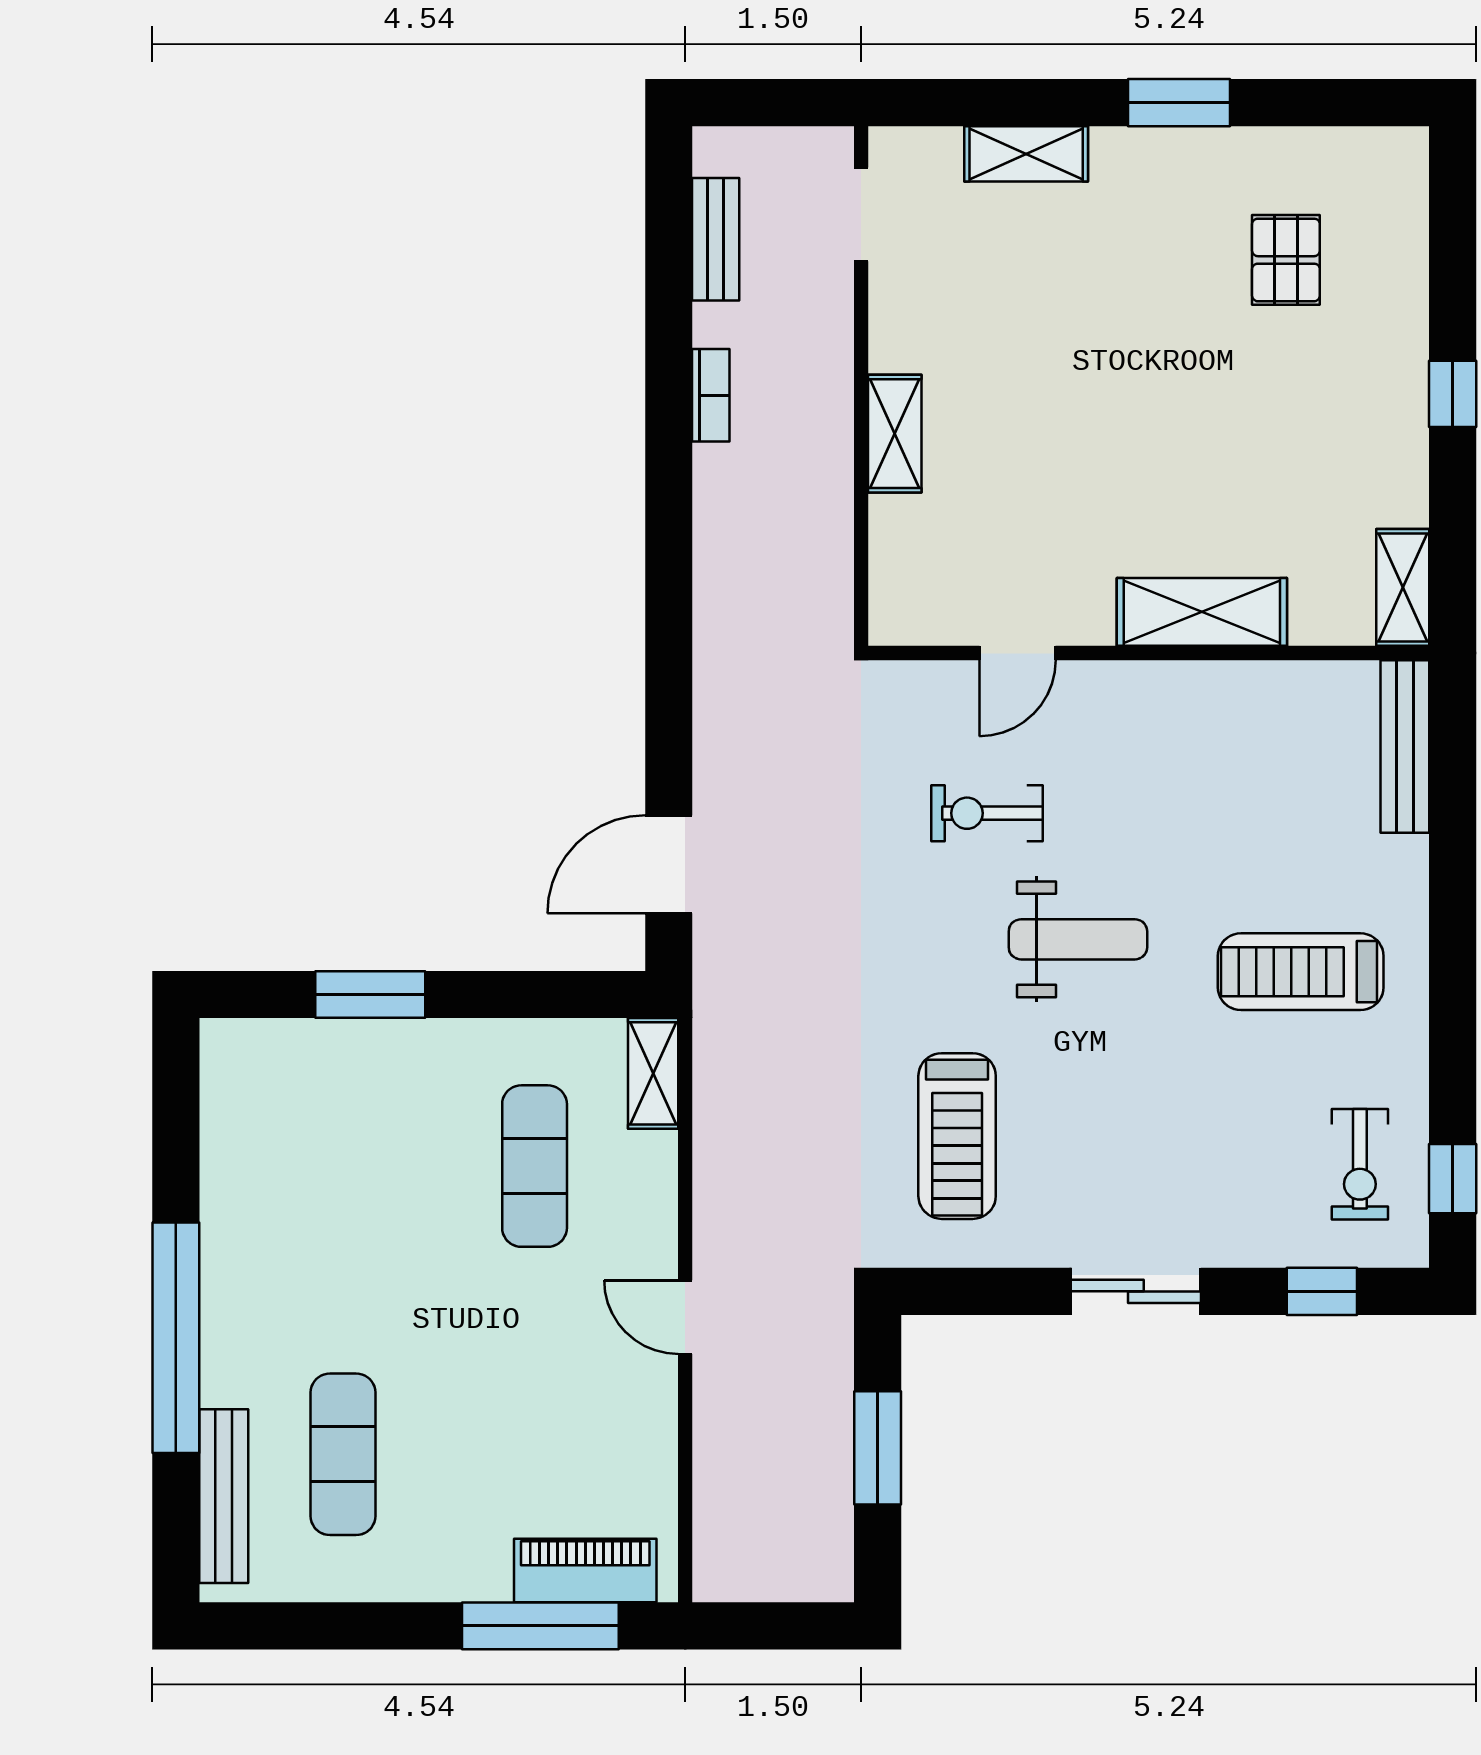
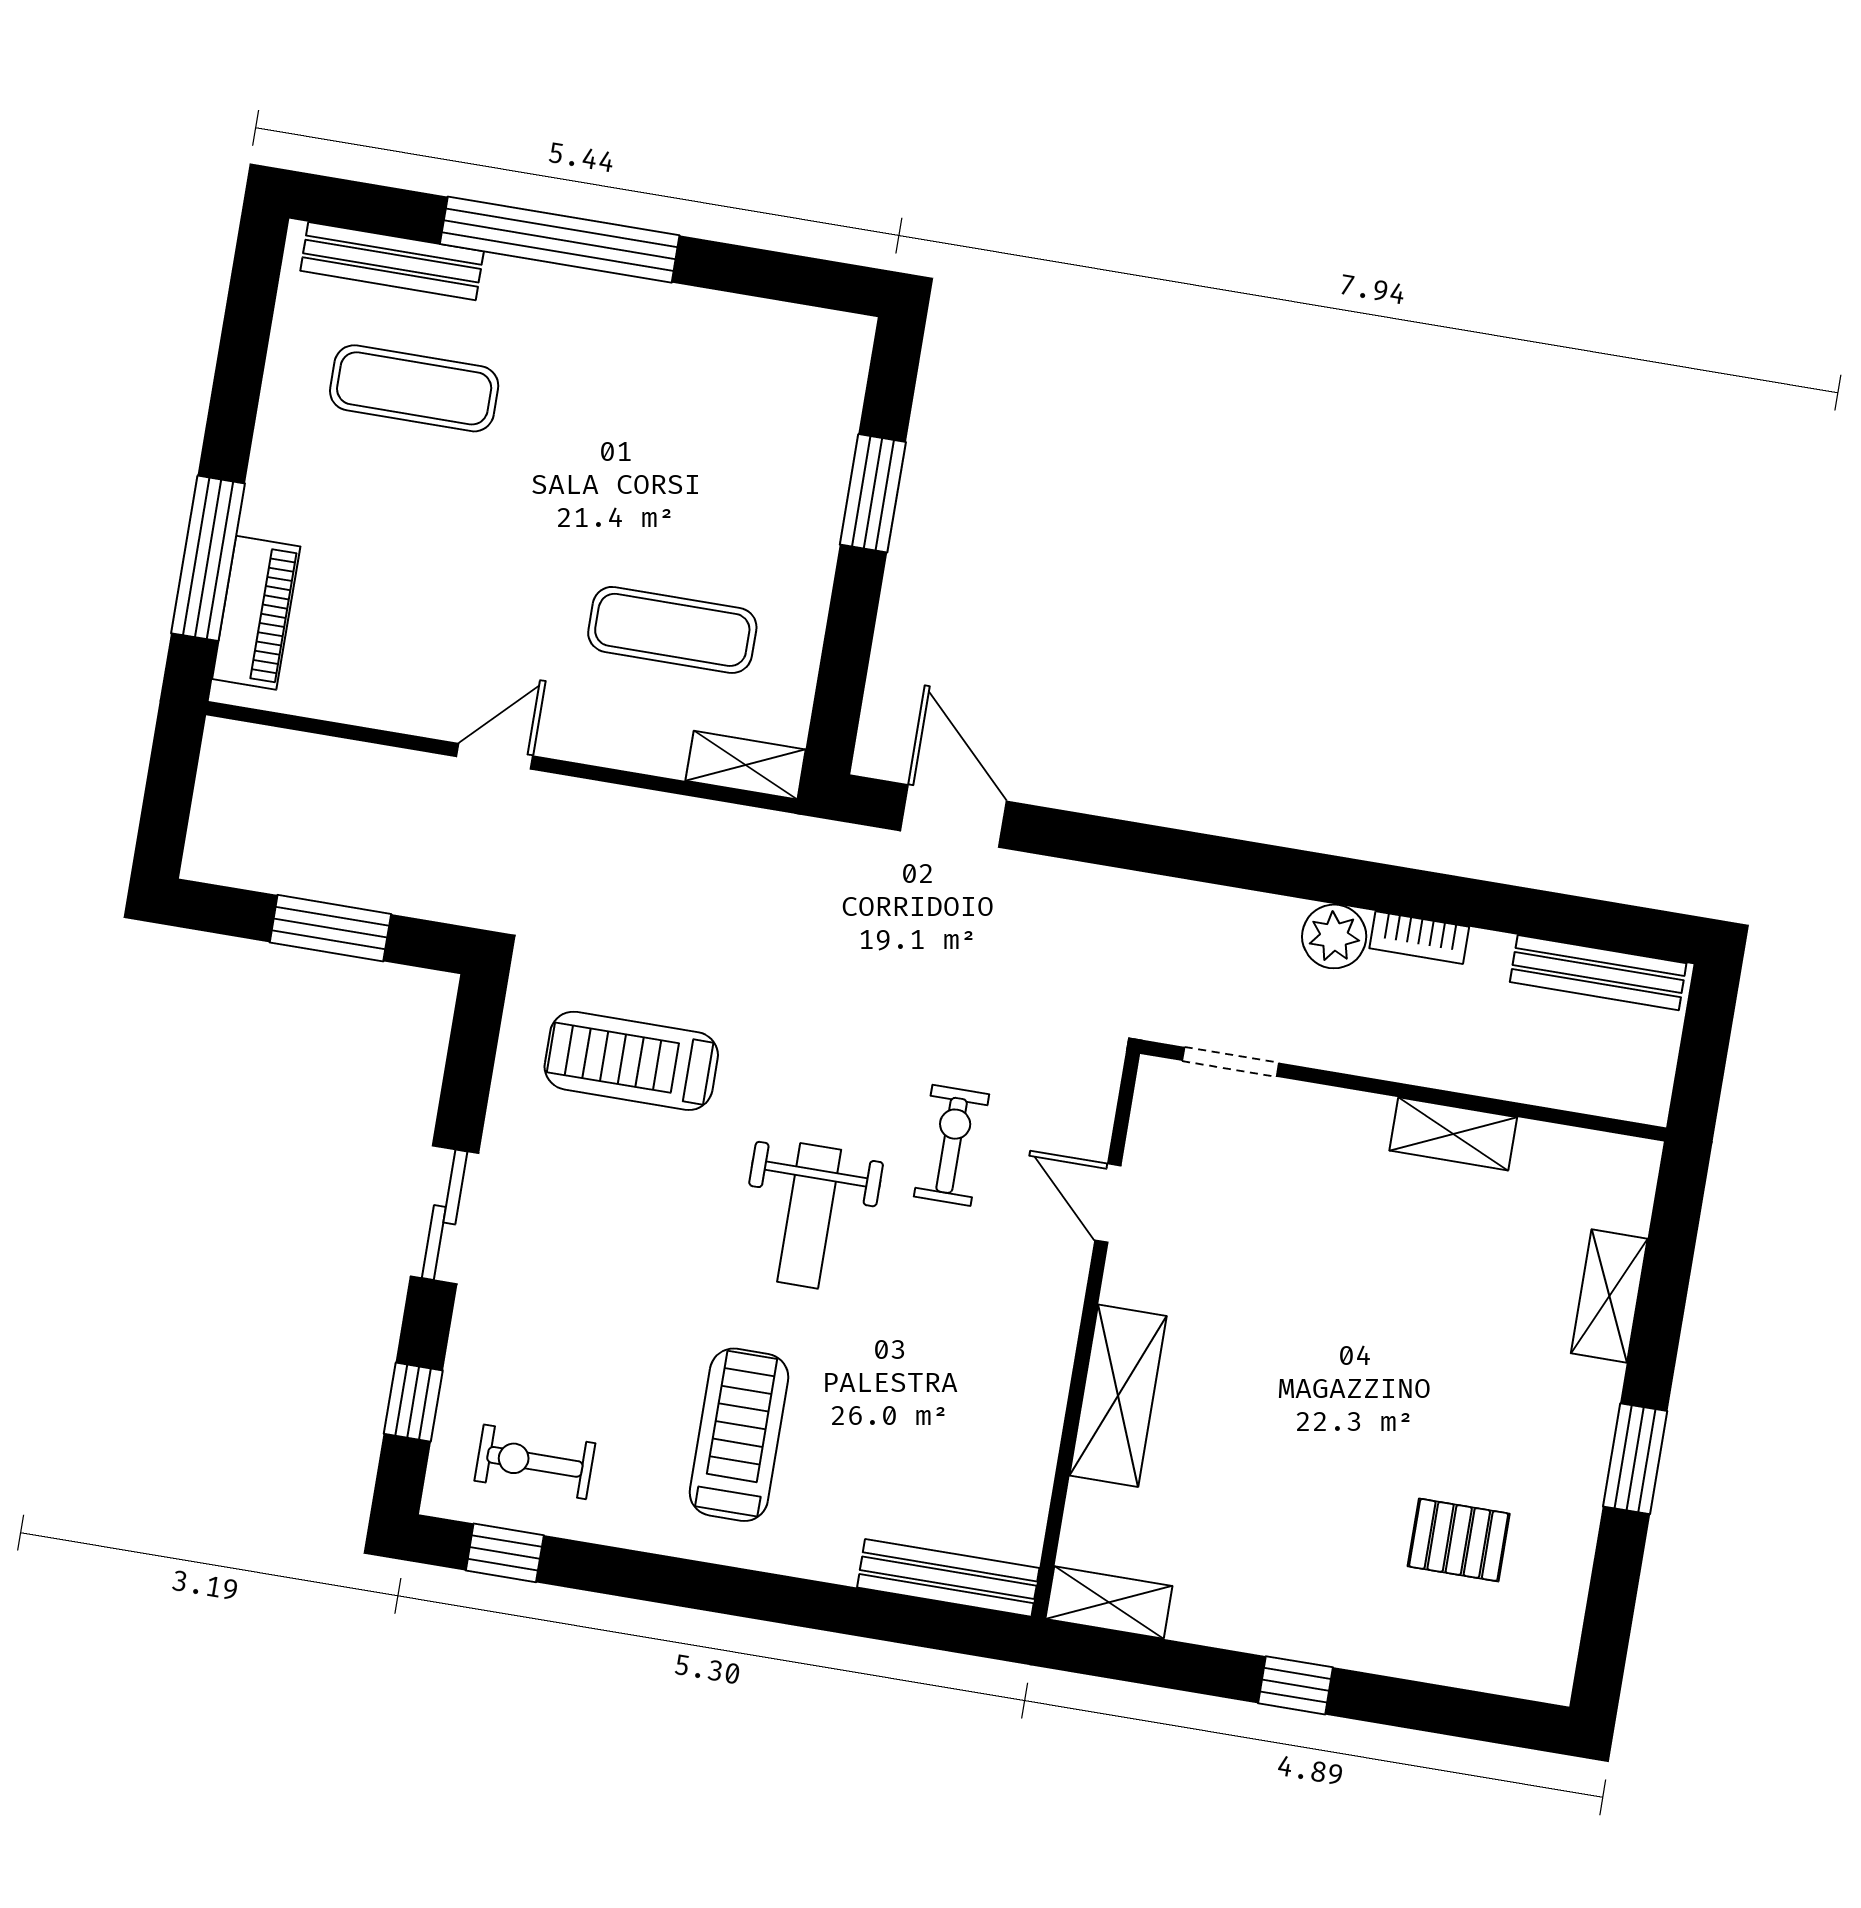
doorway: (861, 214) -> (1231, 1062), moved
bench: (716, 239) -> (1598, 973), width x1.36
shelving: (895, 434) -> (1453, 1134), moved
plant: (724, 478) -> (1334, 936), added

